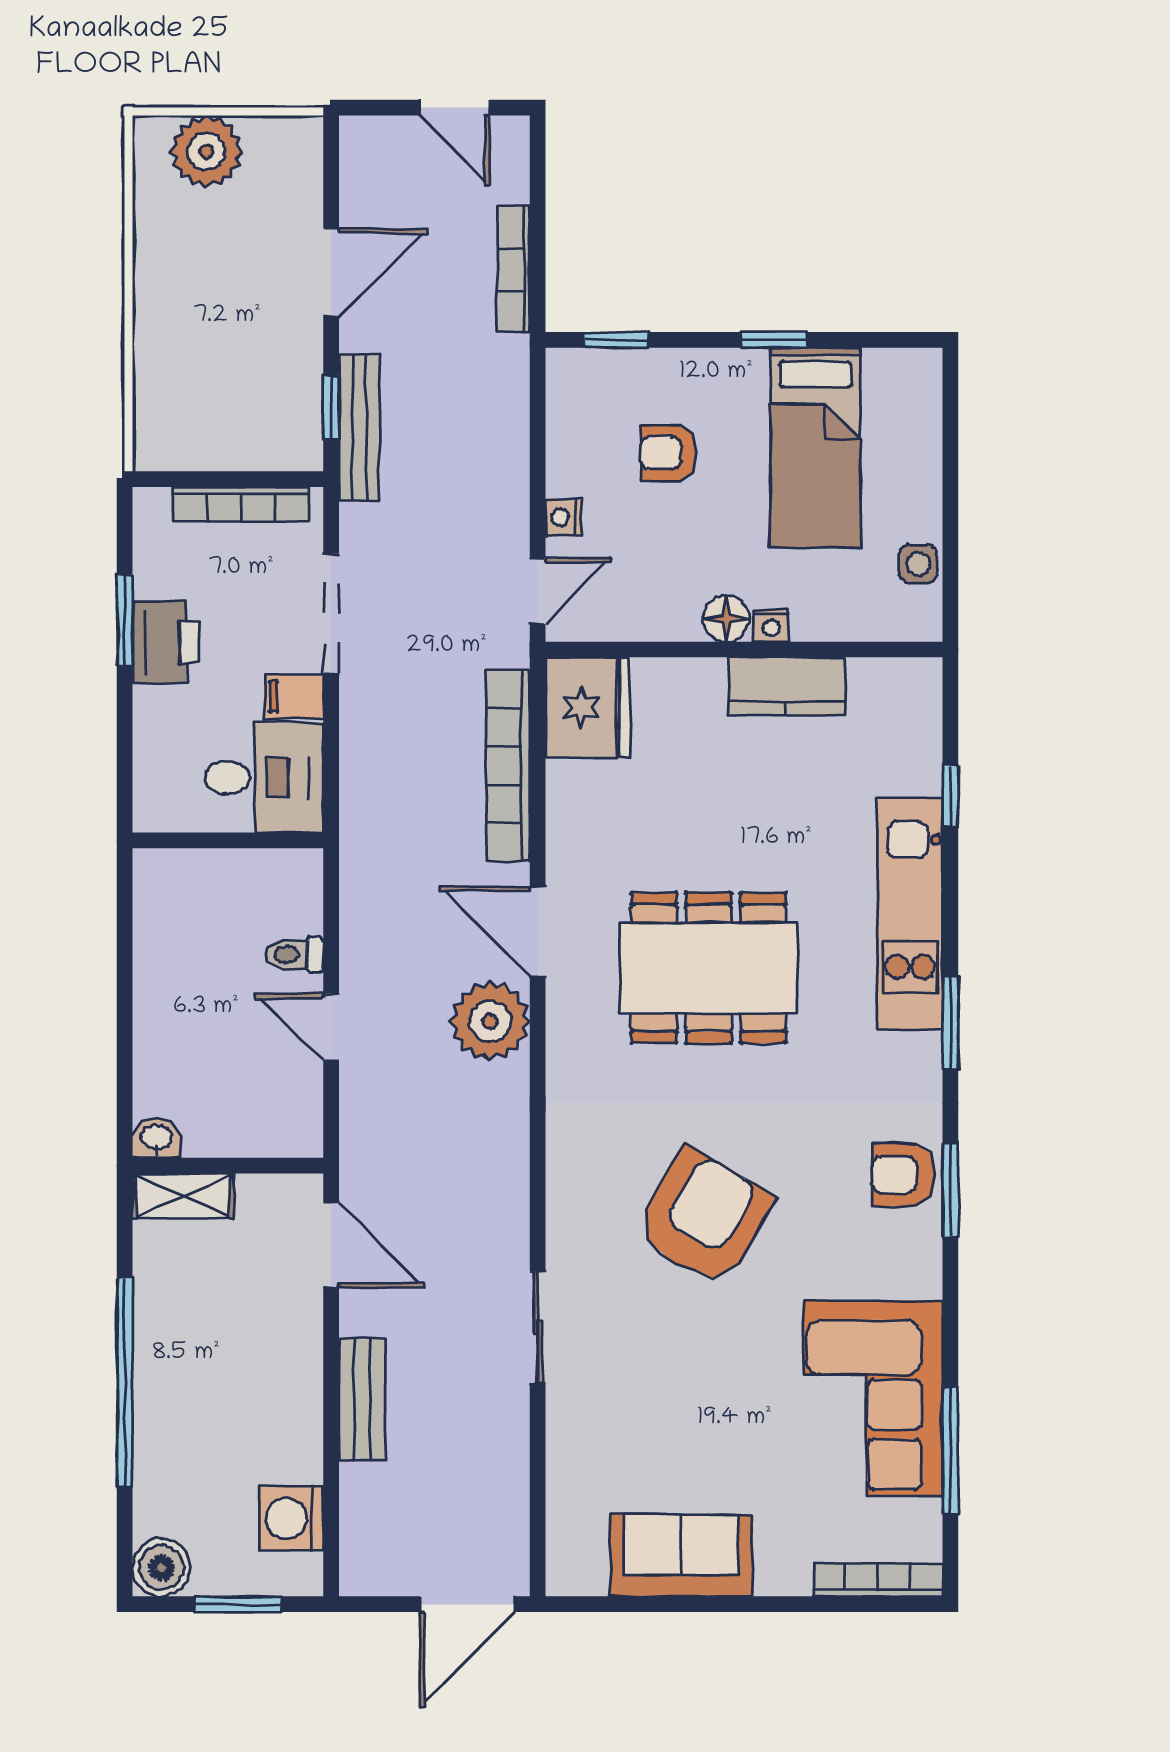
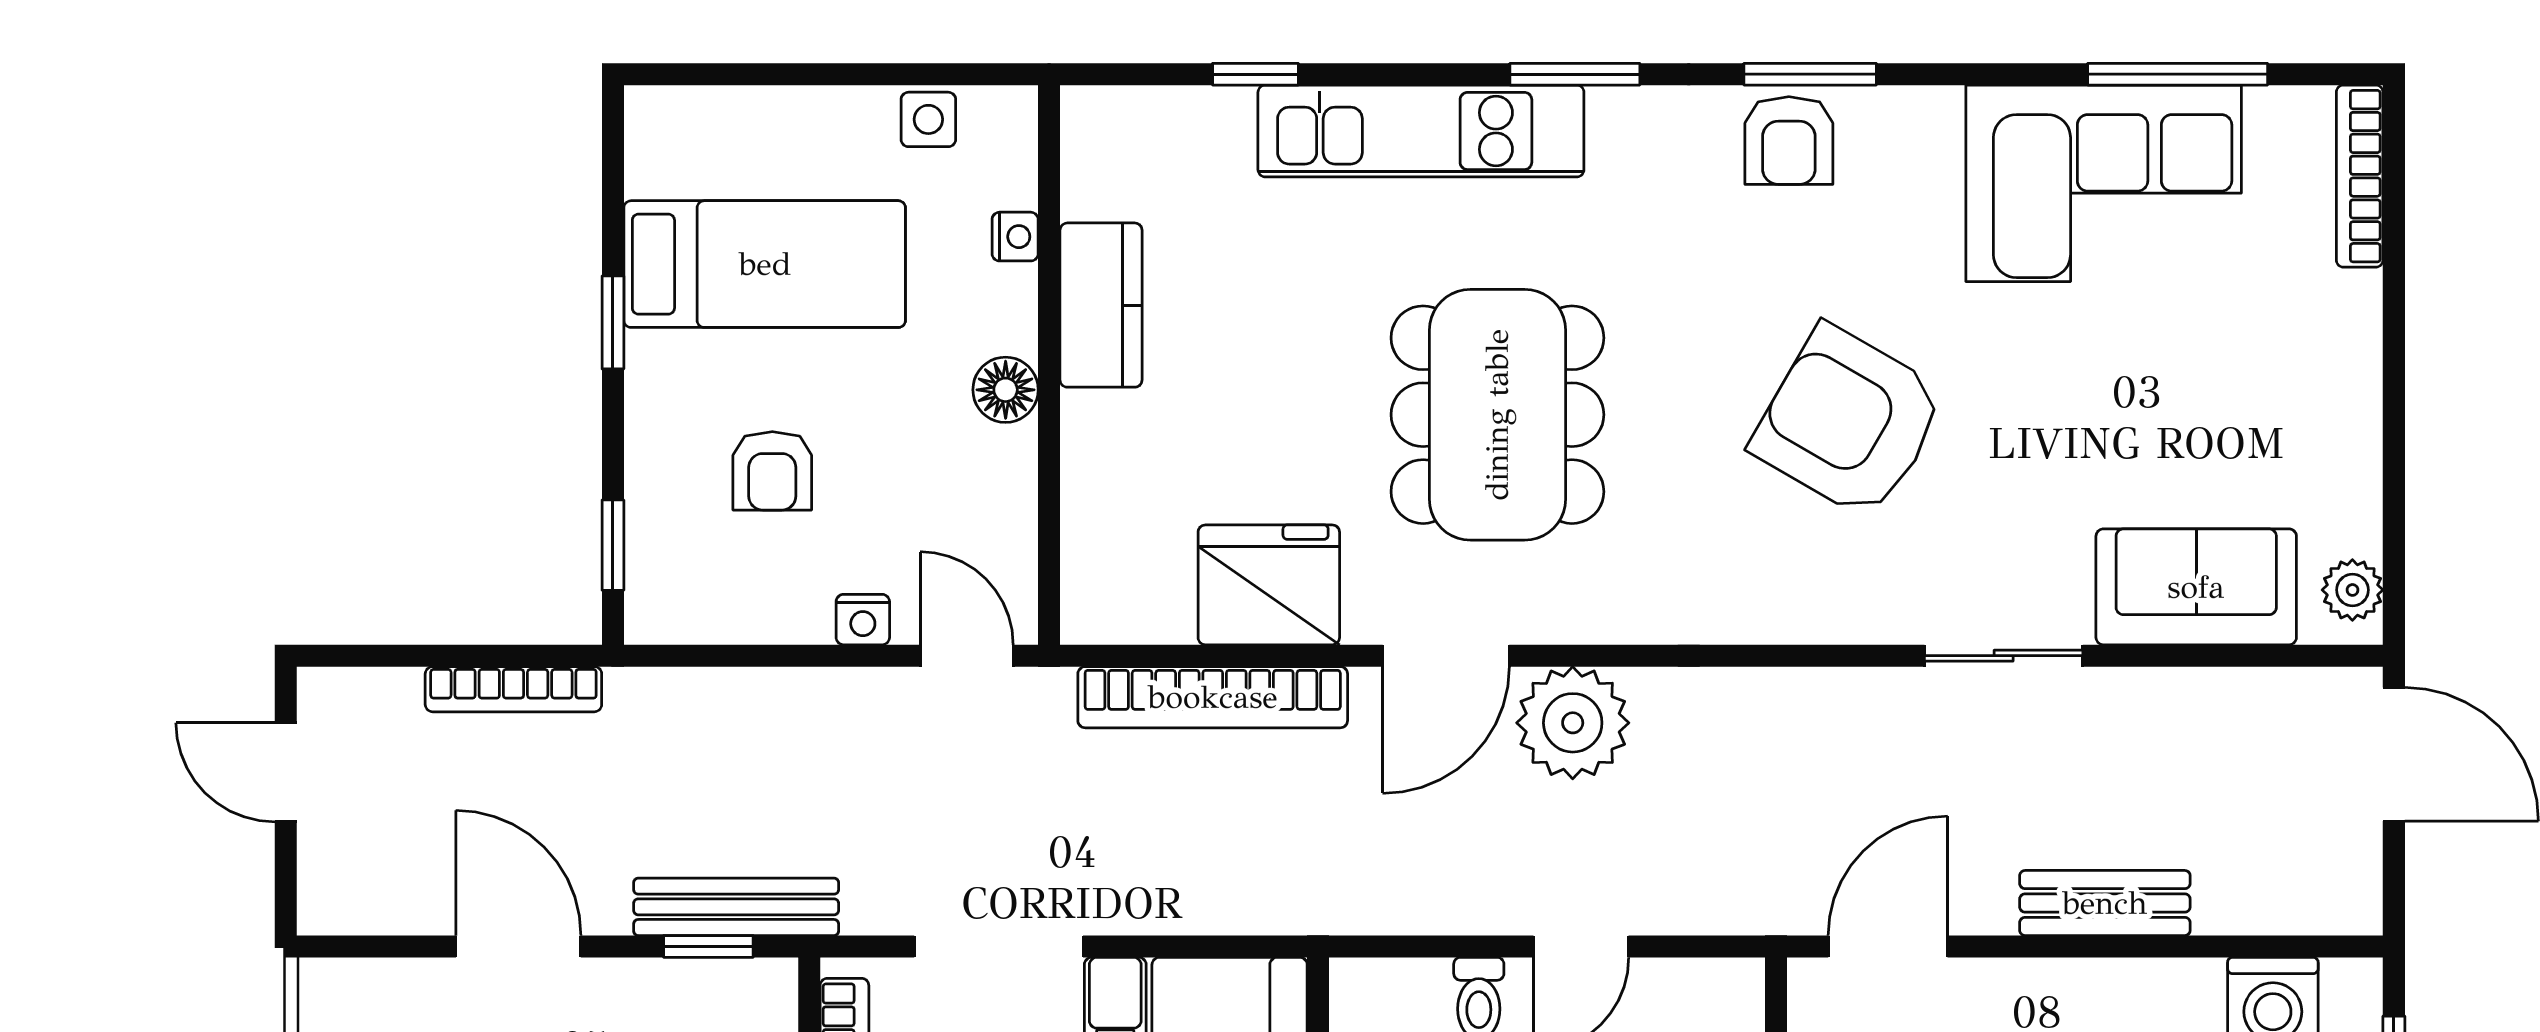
door: (455, 108) -> (286, 772), swing flipped
nightstand: (771, 625) -> (1015, 237), moved
fridge: (588, 707) -> (1269, 585), moved
sofa: (681, 1555) -> (2196, 587), moved, turned 90
plant: (584, 1575) -> (2352, 590), added

